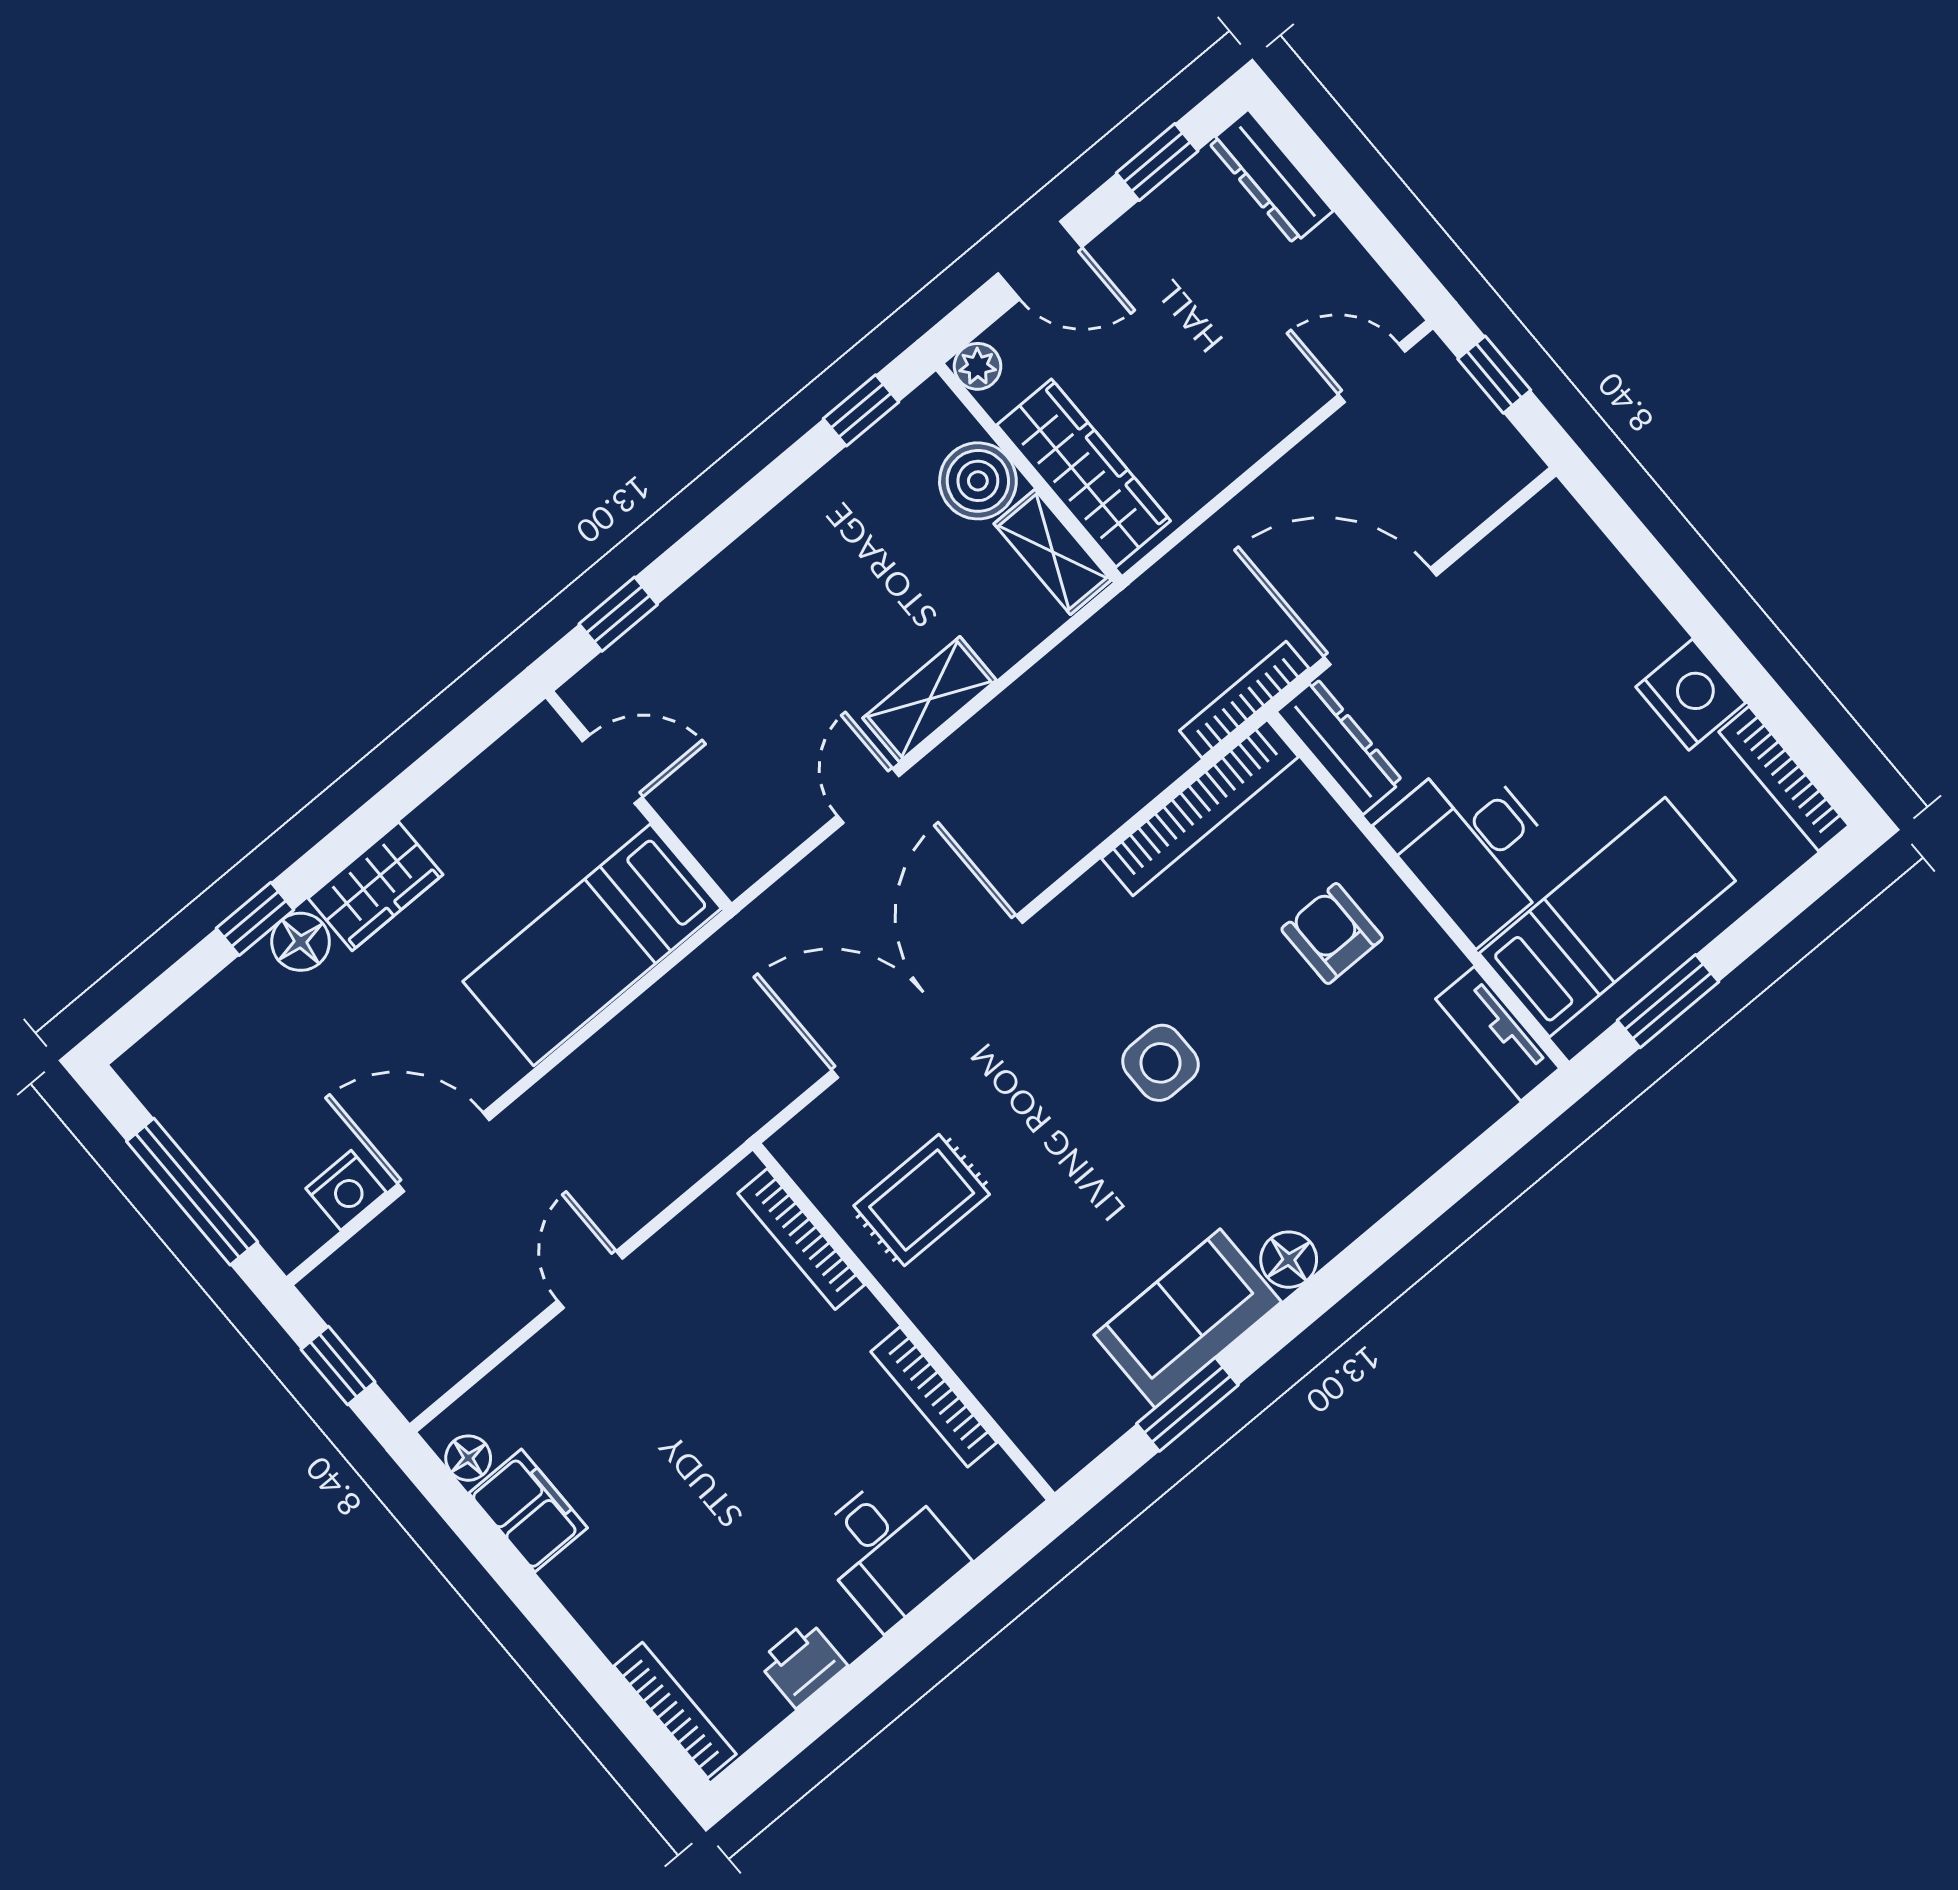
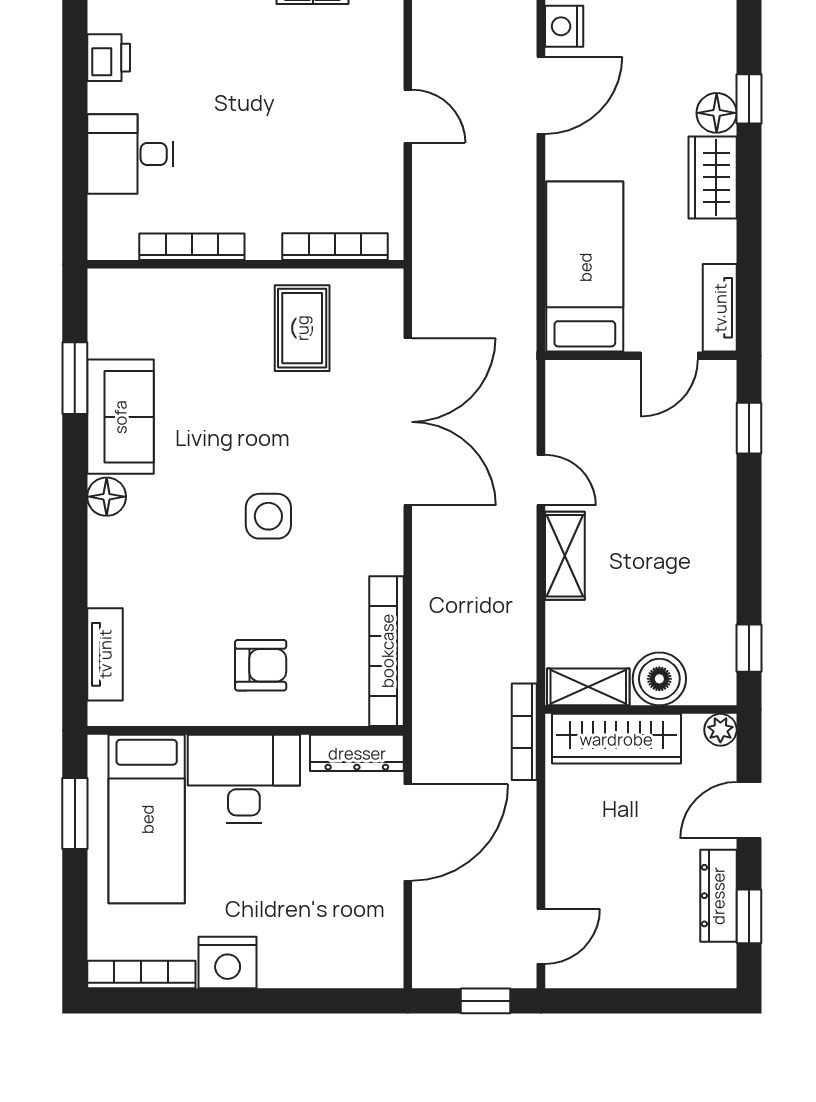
dresser: (1271, 177) -> (718, 896), moved, turned -90
bookcase: (1244, 700) -> (524, 732), moved, turned 180
tv unit: (512, 758) -> (720, 308), added
tv unit: (1498, 1034) -> (105, 654), moved, turned 90

